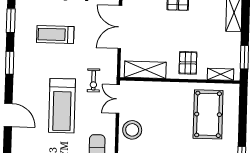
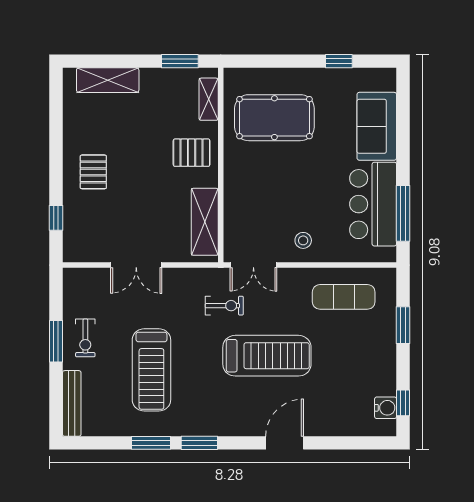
window: (11, 21) -> (151, 443), moved
double door: (120, 27) -> (136, 265), width x0.73
treadmill: (55, 35) -> (151, 370), width x1.37, depth x1.38
stool: (132, 130) -> (303, 240), width x0.53, depth x0.53

